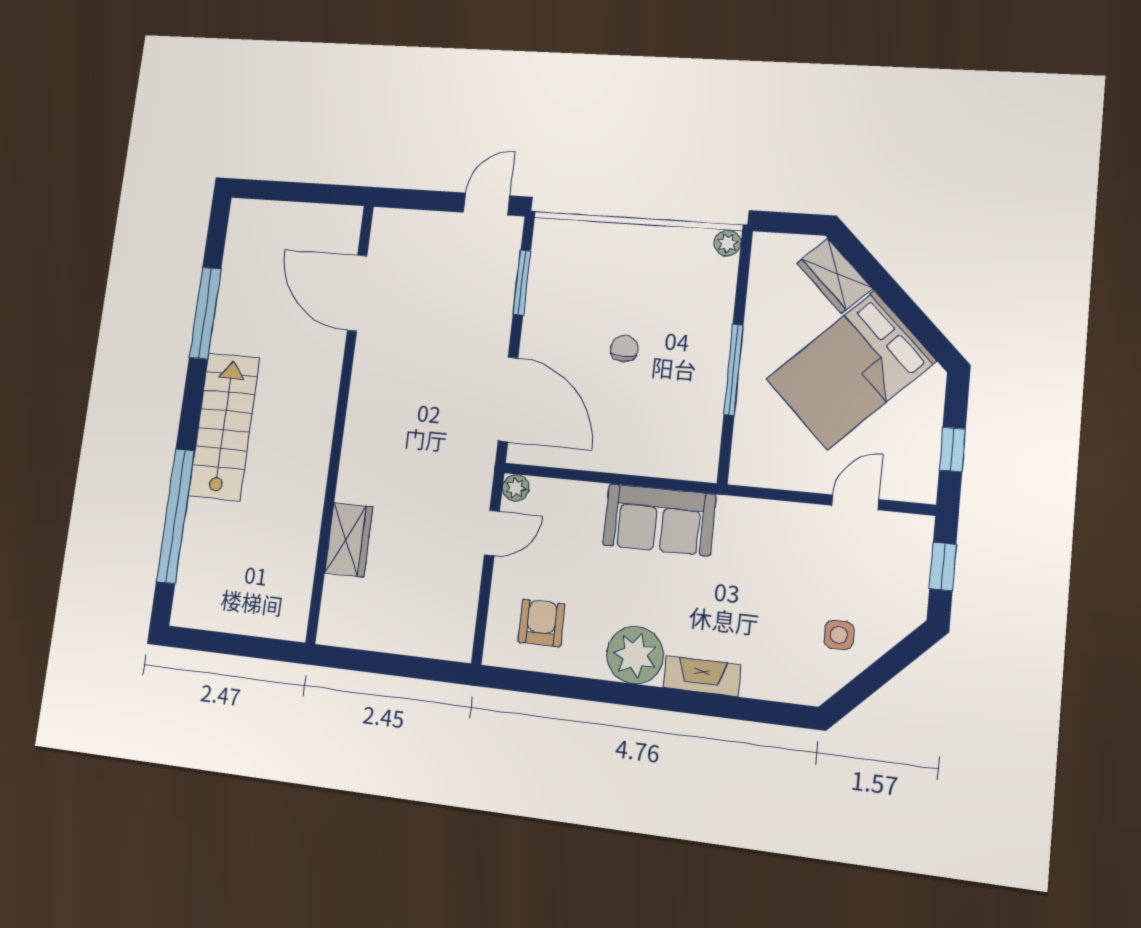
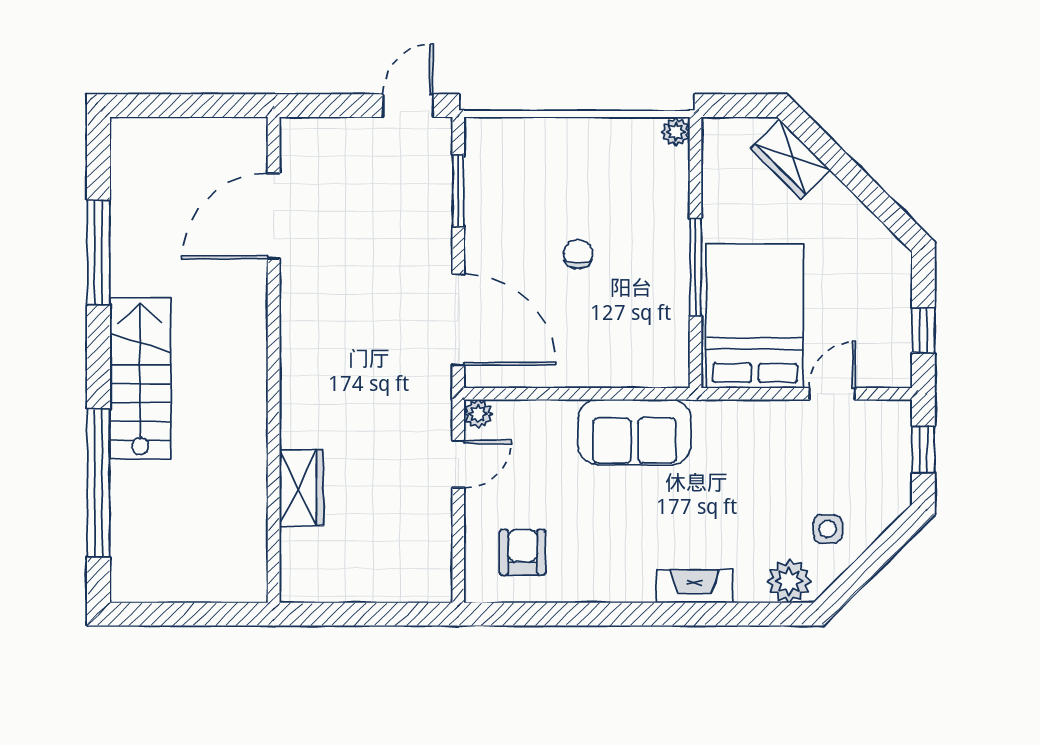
door: (357, 293) -> (274, 216), hinge flipped
bed: (851, 370) -> (755, 316), moved, turned 135
plant: (635, 655) -> (789, 581), moved, width x0.73, depth x0.73

